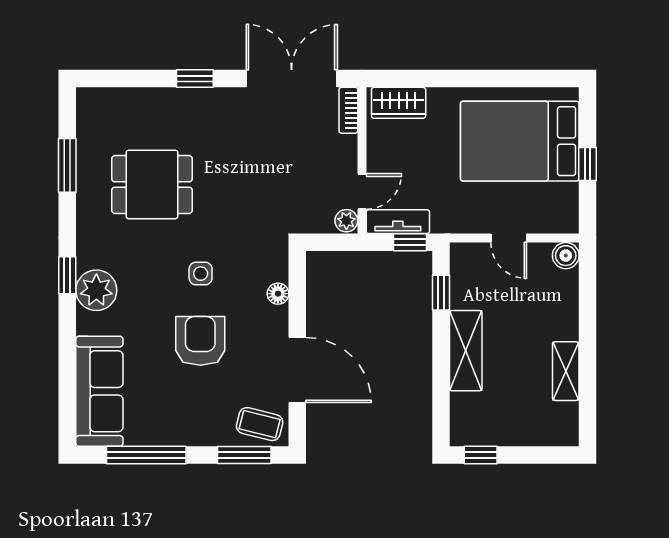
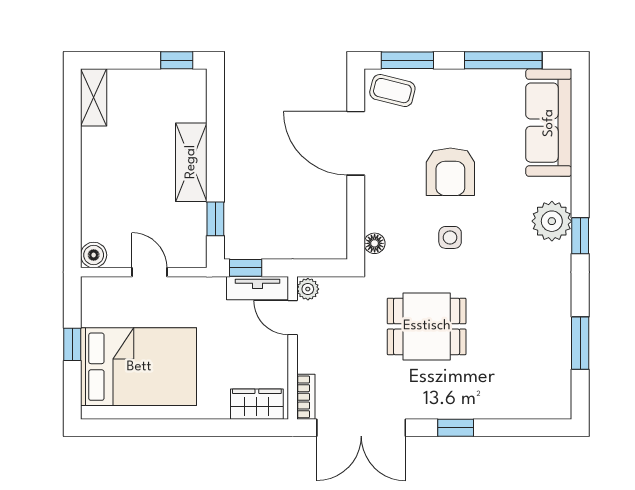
dining table: (152, 185) -> (427, 326), moved
door: (362, 191) -> (293, 318), hinge flipped
floor lamp: (278, 294) -> (375, 243), moved
shelving: (566, 371) -> (94, 97), moved

